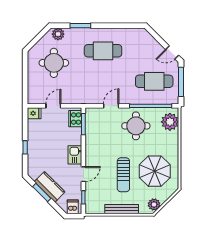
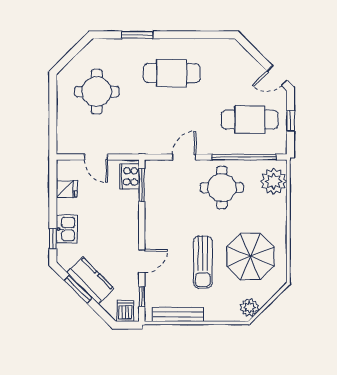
plant: (58, 34) -> (103, 48), removed
window: (181, 82) -> (290, 121), width x0.46
door: (53, 106) -> (96, 157), swing flipped
fridge: (34, 113) -> (67, 189), moved
window: (25, 147) -> (53, 238), moved
kitchen sink: (75, 155) -> (67, 229), moved, turned 180
bench: (122, 209) -> (178, 314), moved

